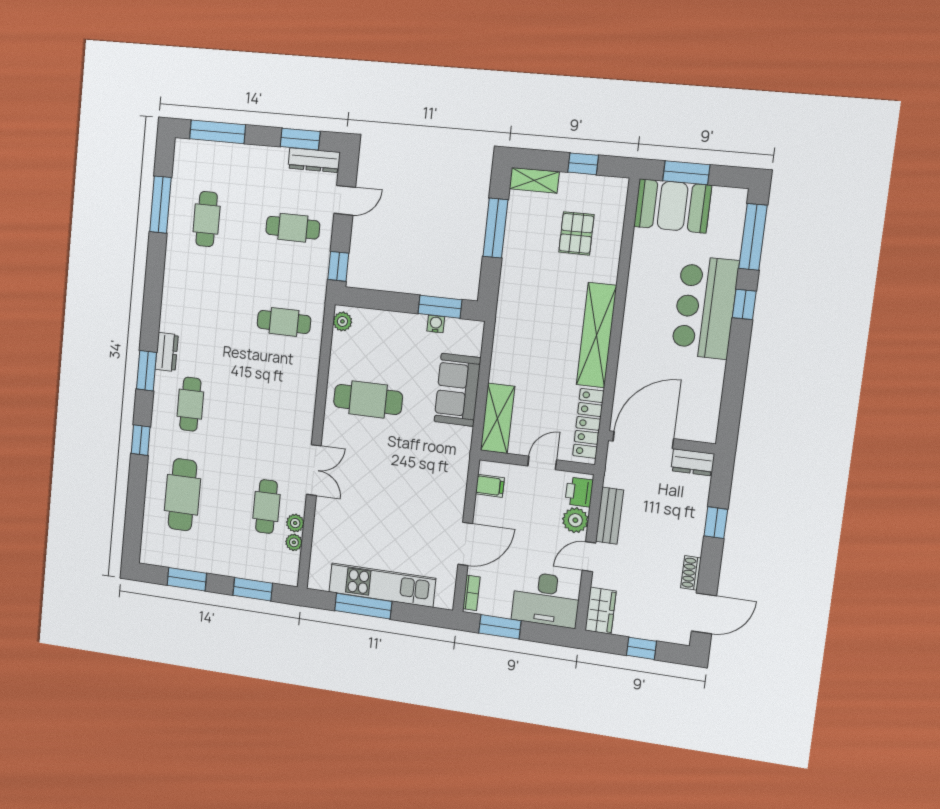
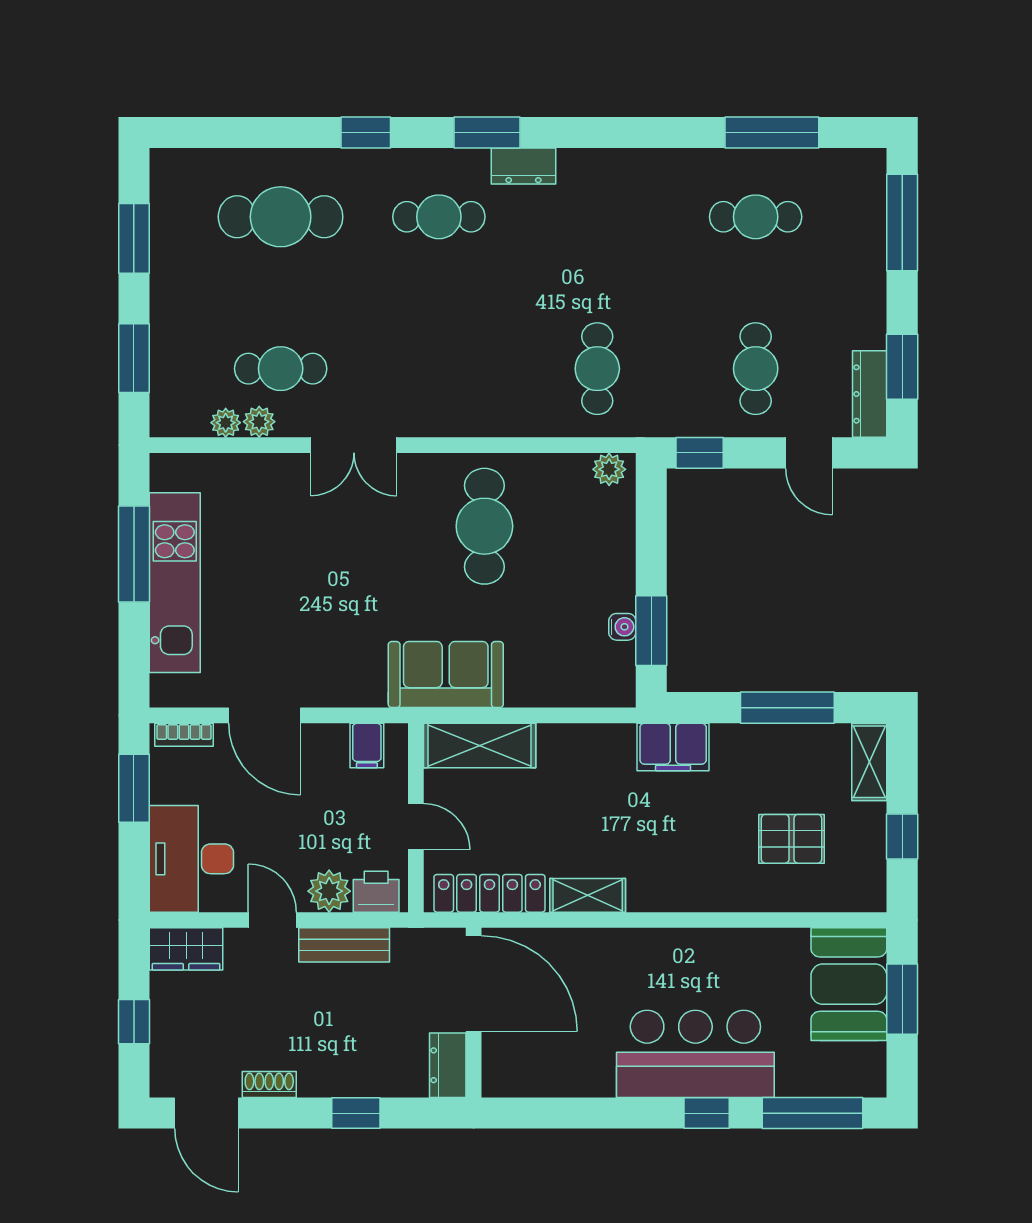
filing cabinet: (512, 301) -> (673, 747), added
shelving: (596, 335) -> (588, 895), width x0.45, depth x0.75
sofa: (457, 390) -> (446, 675), moved

